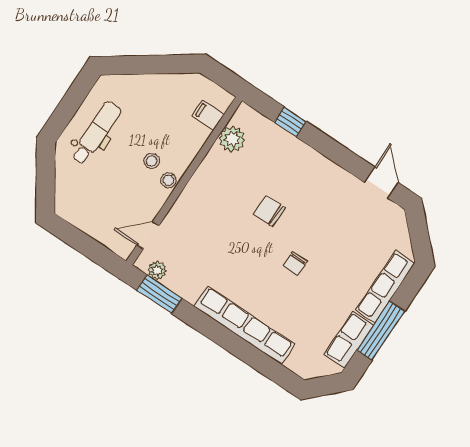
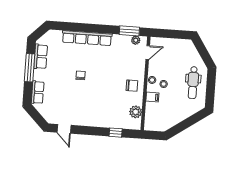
filing cabinet: (208, 115) -> (152, 97), moved
chair: (269, 211) -> (132, 86), moved
row of seats: (385, 287) -> (38, 92), width x0.68

